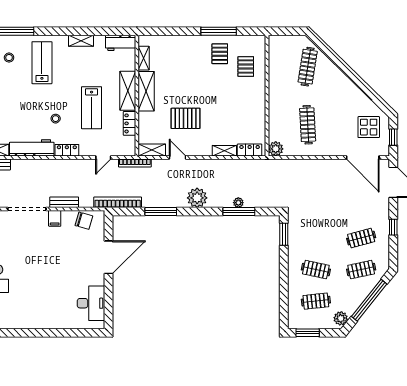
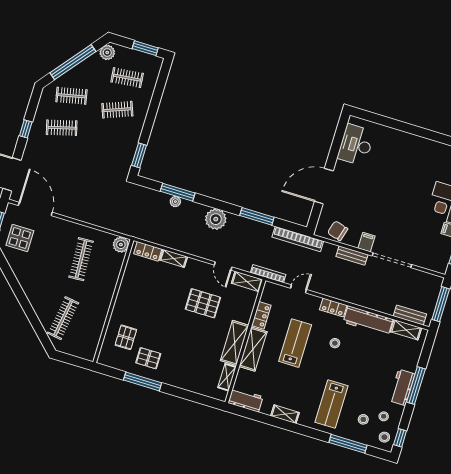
pallet: (220, 54) -> (148, 358), turned 90
clothes rail: (316, 270) -> (117, 110), turned -33

